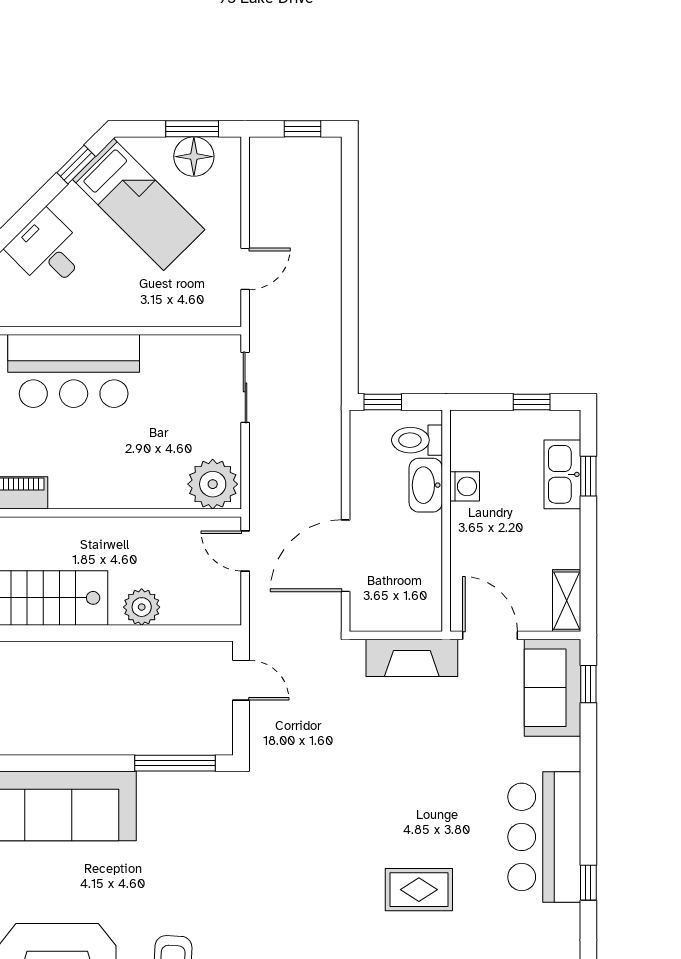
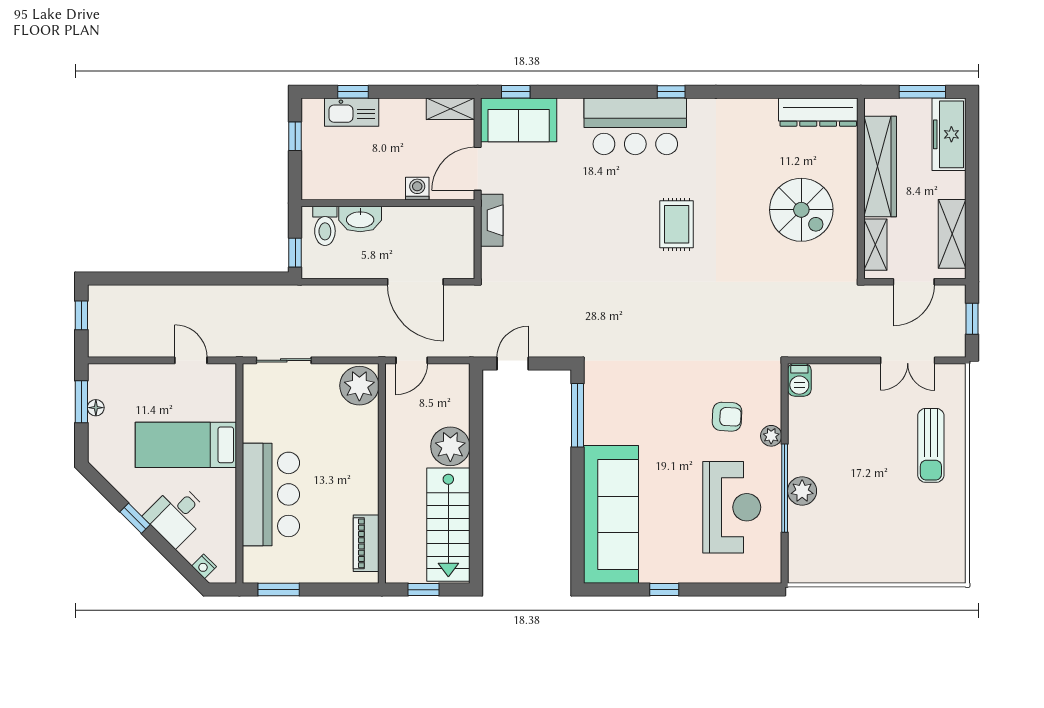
floor lamp: (194, 157) -> (96, 408), width x0.53, depth x0.53
window: (76, 164) -> (135, 518), moved
bed: (139, 204) -> (186, 445), moved, turned -135
washing machine: (465, 486) -> (417, 189), moved
plant: (142, 607) -> (450, 446), width x1.36, depth x1.36
fireplace: (412, 658) -> (492, 220), width x0.73, depth x0.76

